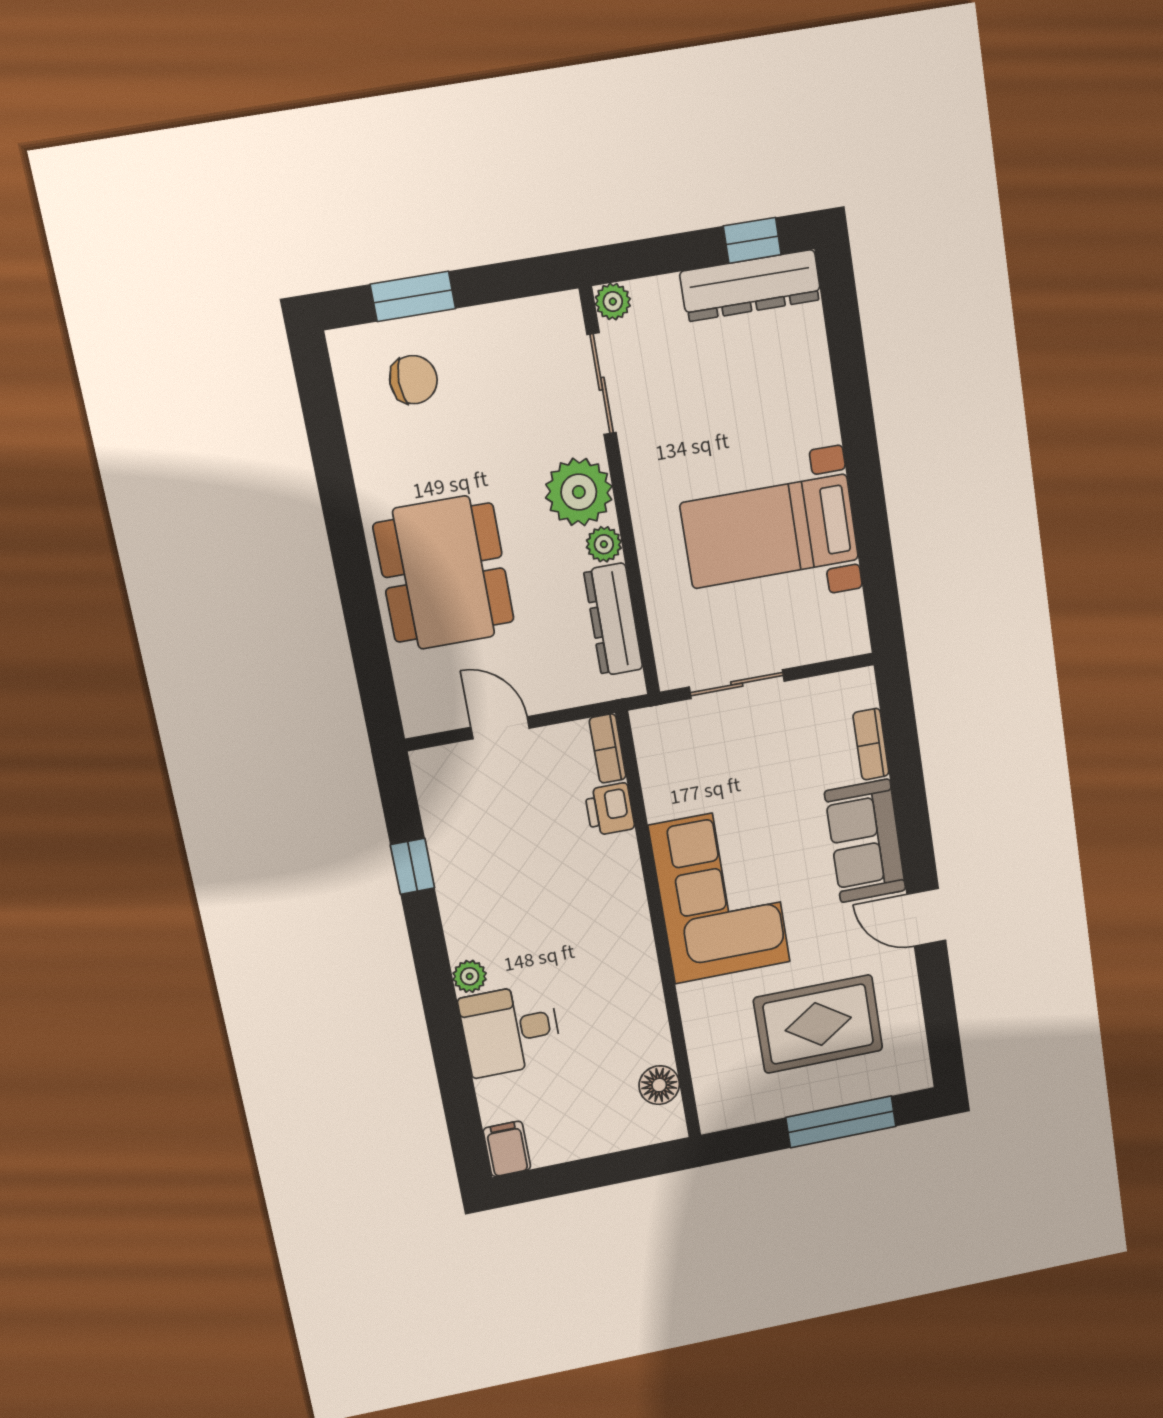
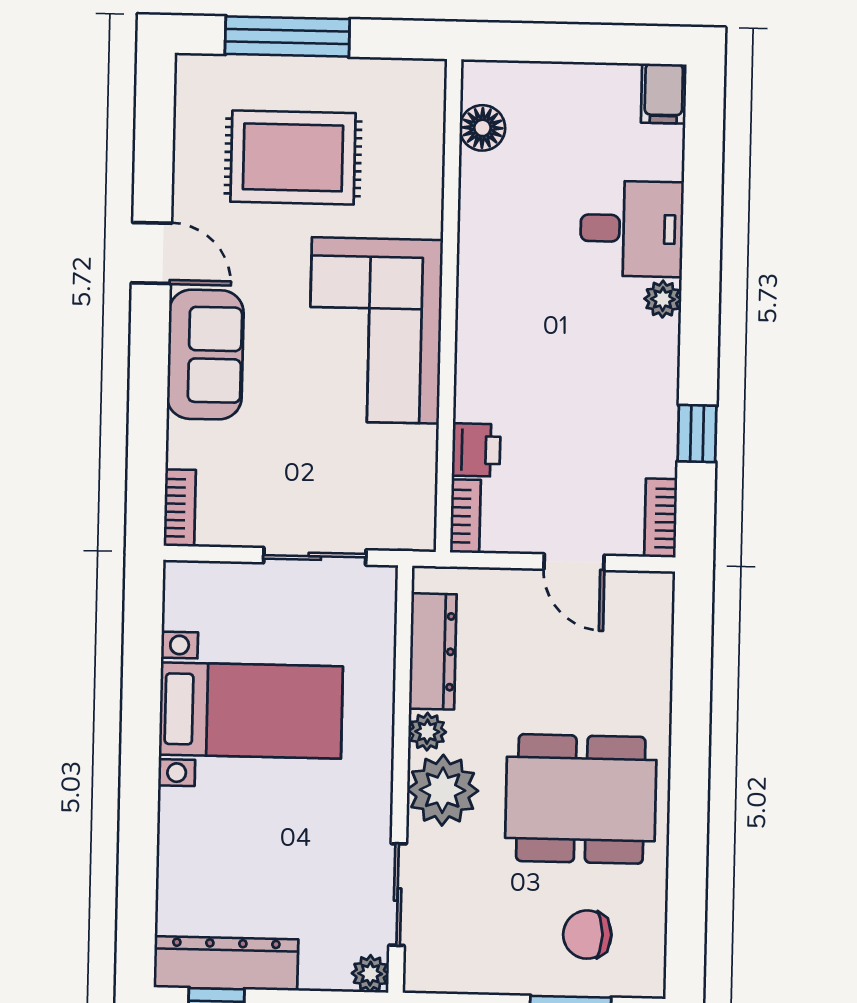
dining table: (444, 573) -> (581, 799), moved, turned 90
bookcase: (871, 744) -> (180, 508), moved
bookcase: (429, 784) -> (661, 518), added

